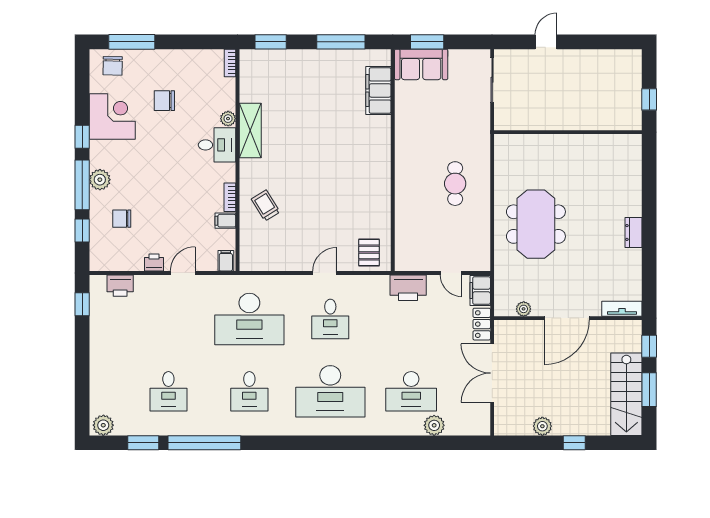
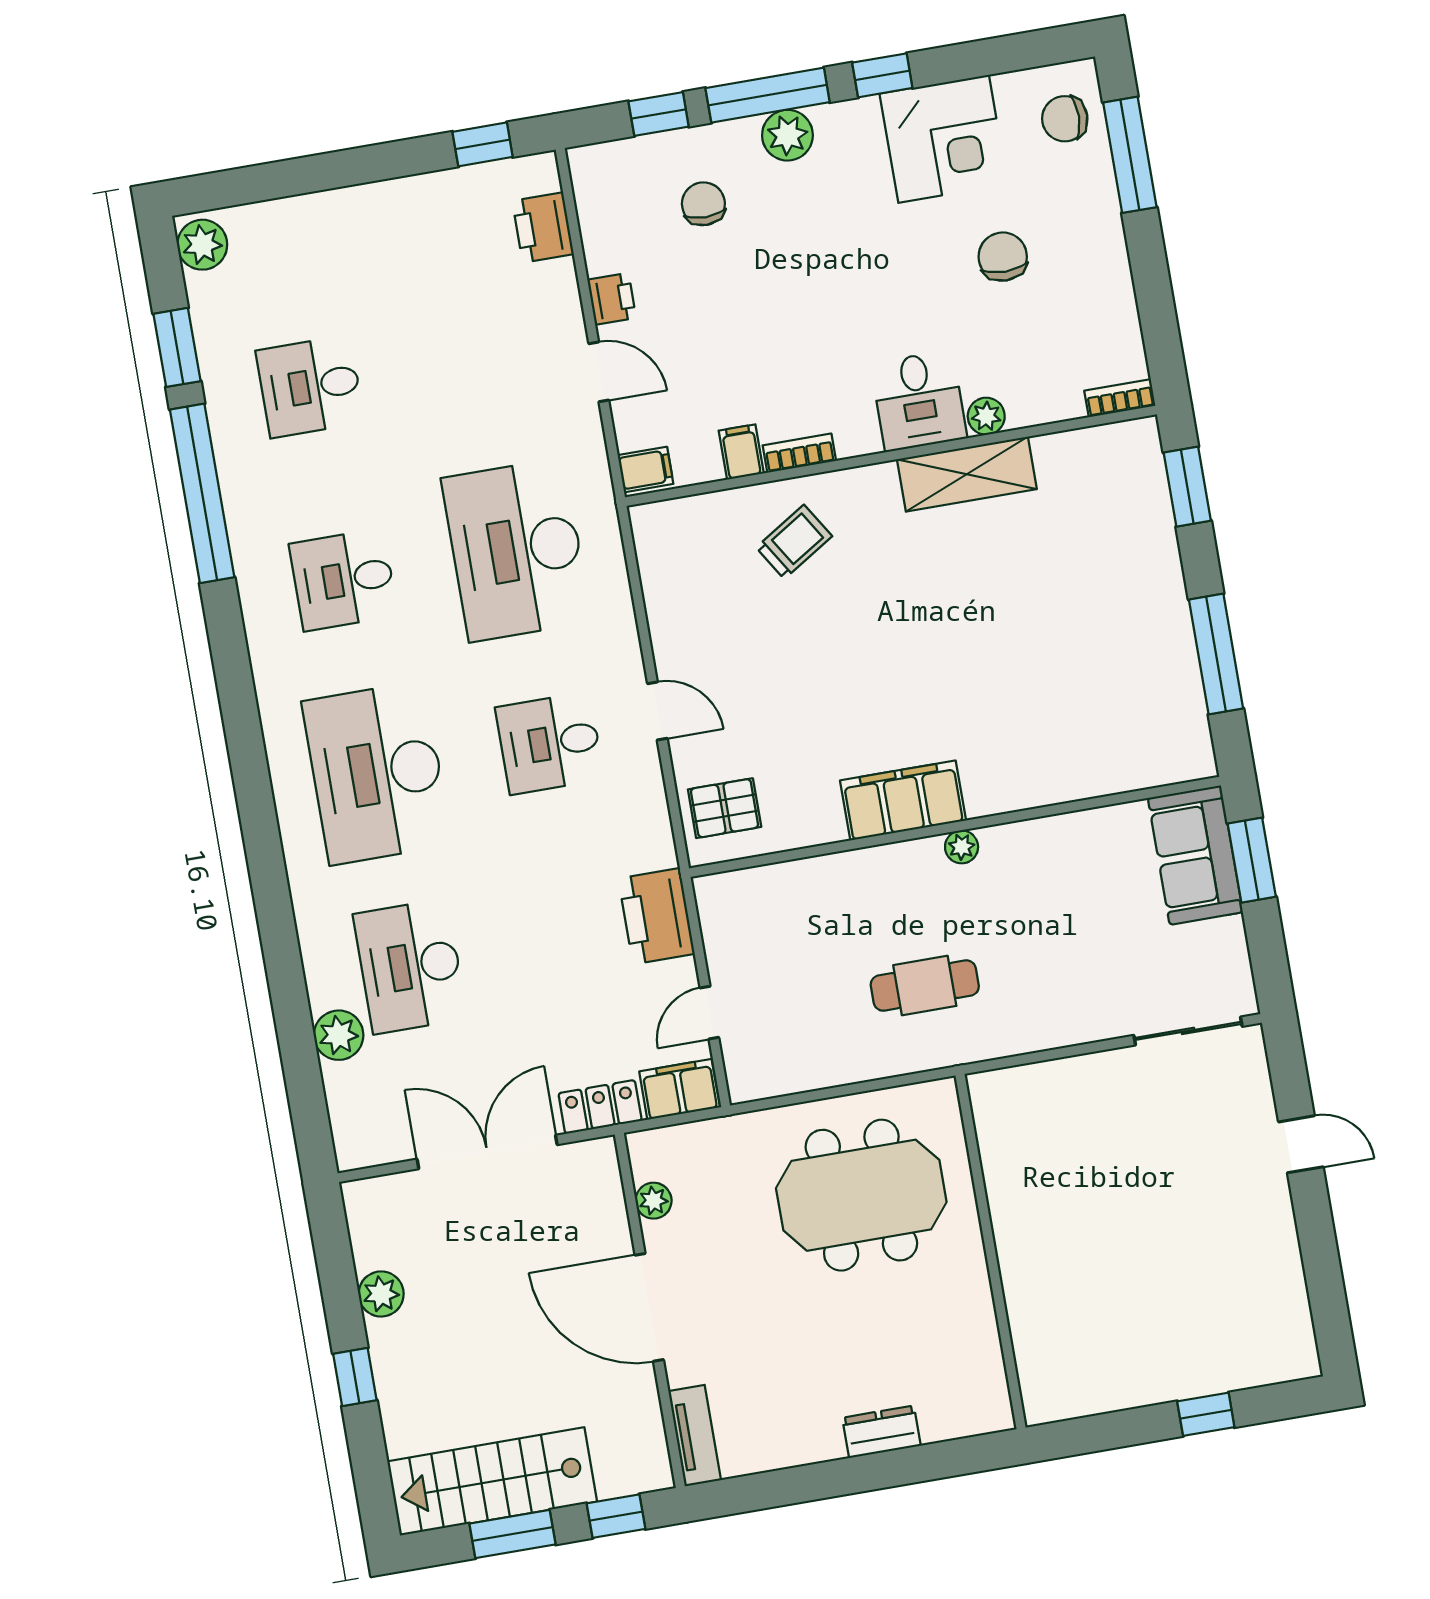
filing cabinet: (378, 90) -> (903, 800), moved
wall: (568, 132) -> (991, 1252), moved
plant: (401, 159) -> (962, 847), added

